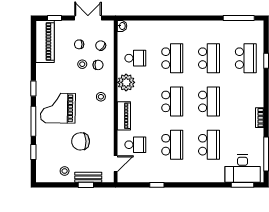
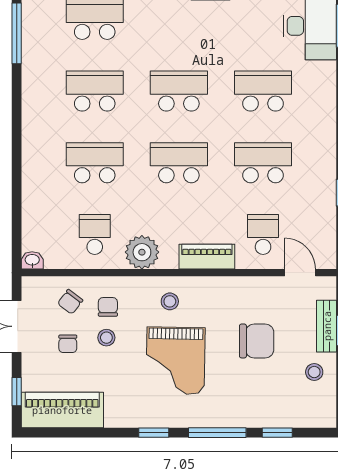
grand piano: (58, 108) -> (175, 361), moved
chair: (81, 141) -> (257, 341), turned -88

